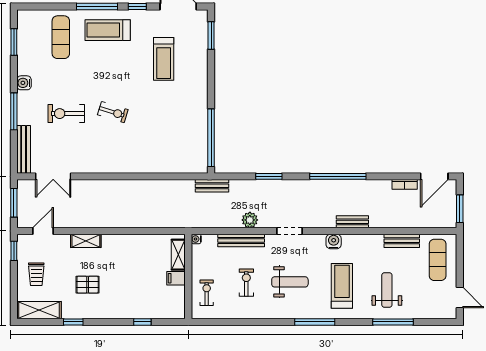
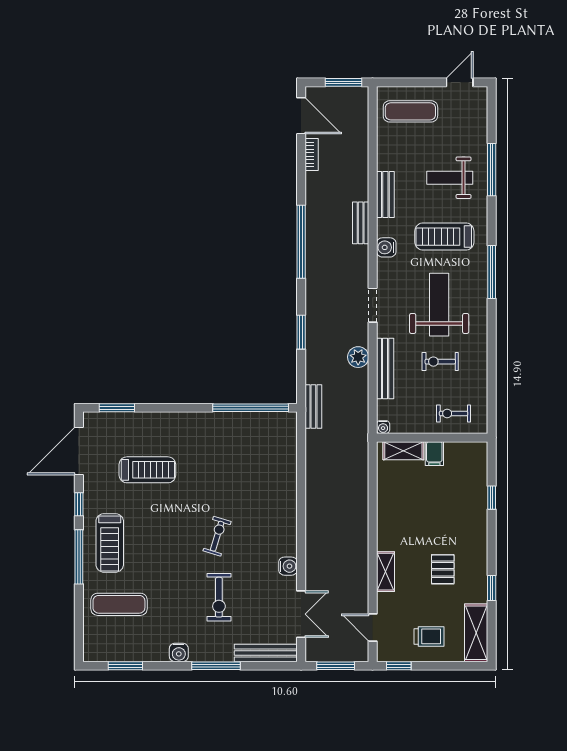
water cooler: (90, 166) -> (288, 566), added
bench: (402, 241) -> (385, 194), moved
weight bench: (290, 282) -> (439, 305), width x1.36, depth x1.33

